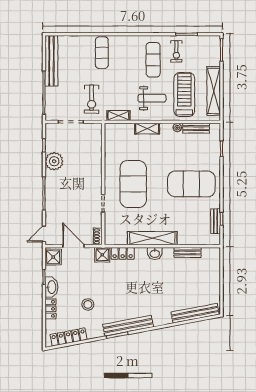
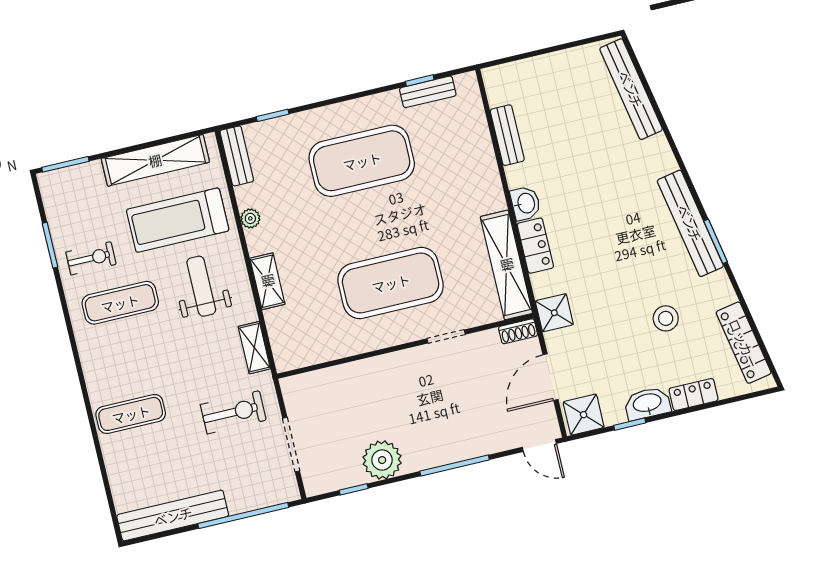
bench: (196, 128) -> (237, 156), moved
exercise mat: (191, 184) -> (362, 161), turned 90
shelving: (152, 238) -> (506, 265), moved
locker: (123, 253) -> (535, 246), moved

